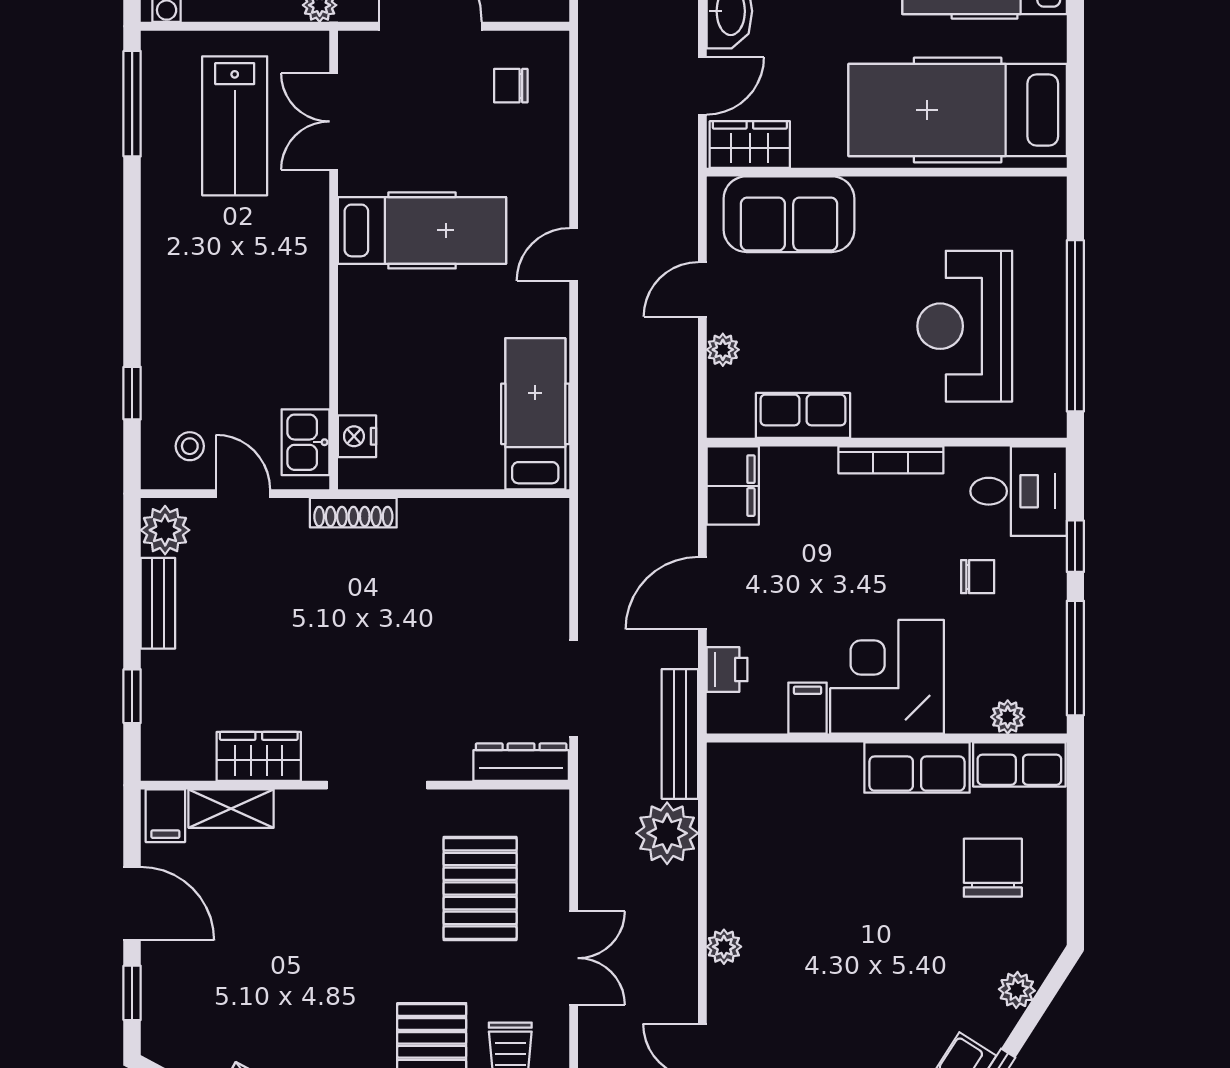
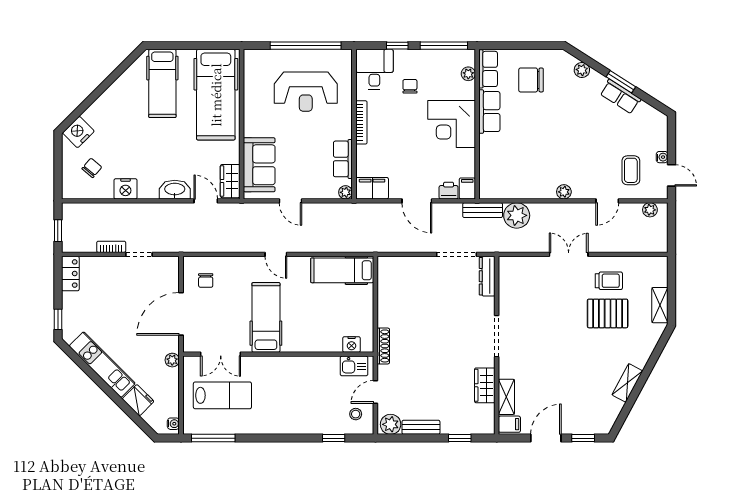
plant: (723, 350) -> (345, 192), moved
filing cabinet: (808, 708) -> (467, 188), moved, turned 90
bench: (680, 734) -> (483, 210), width x0.73
pallet: (480, 888) -> (540, 293), removed

